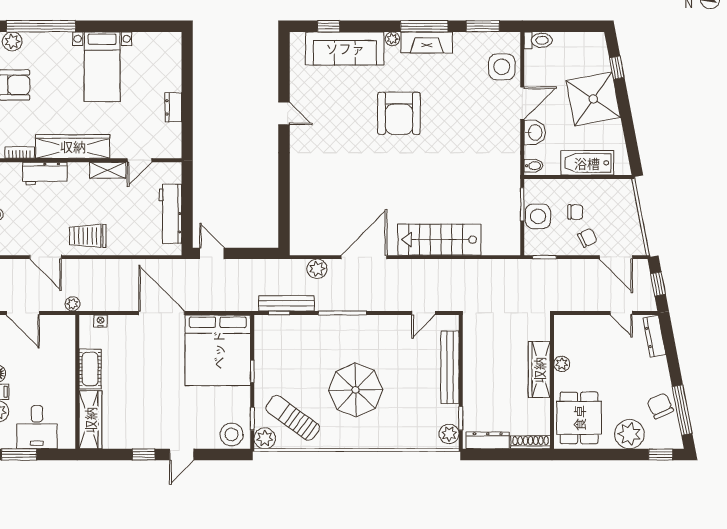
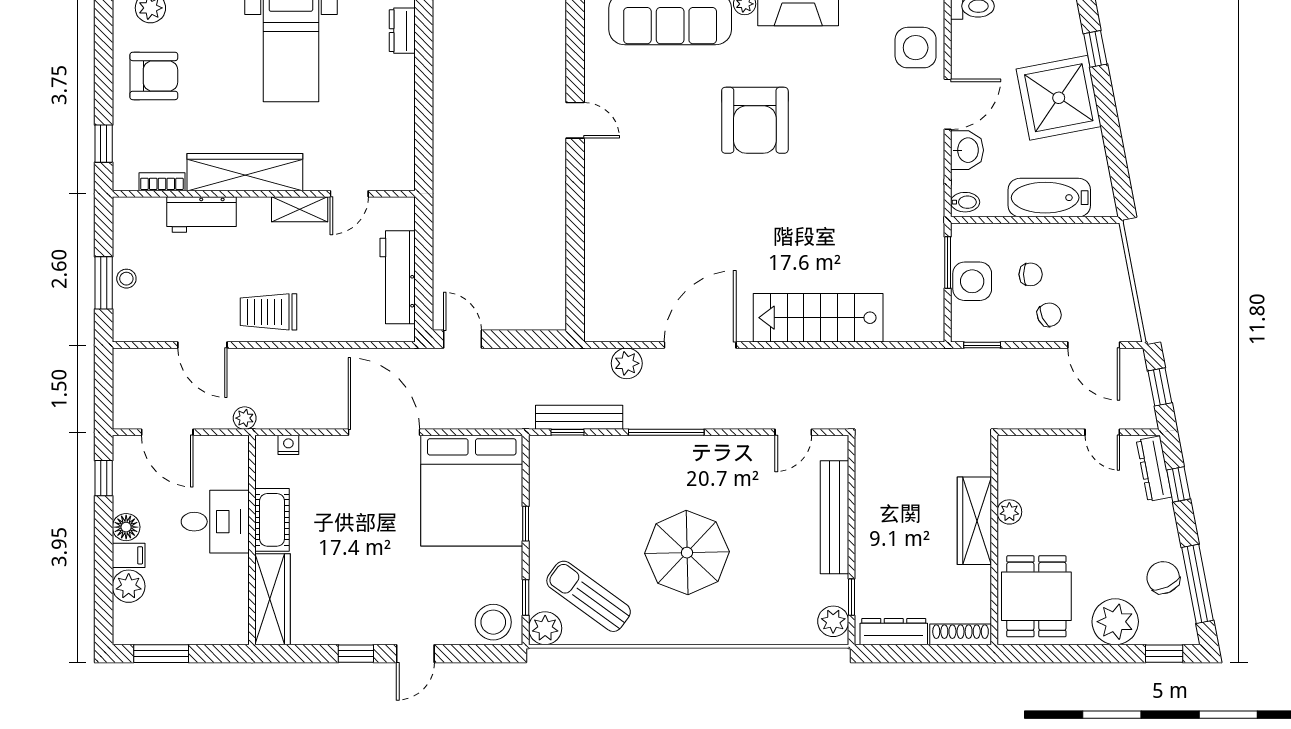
dresser: (173, 107) -> (402, 31), moved
window: (670, 346) -> (1178, 484), added
desk: (37, 427) -> (215, 522), moved, turned -90

